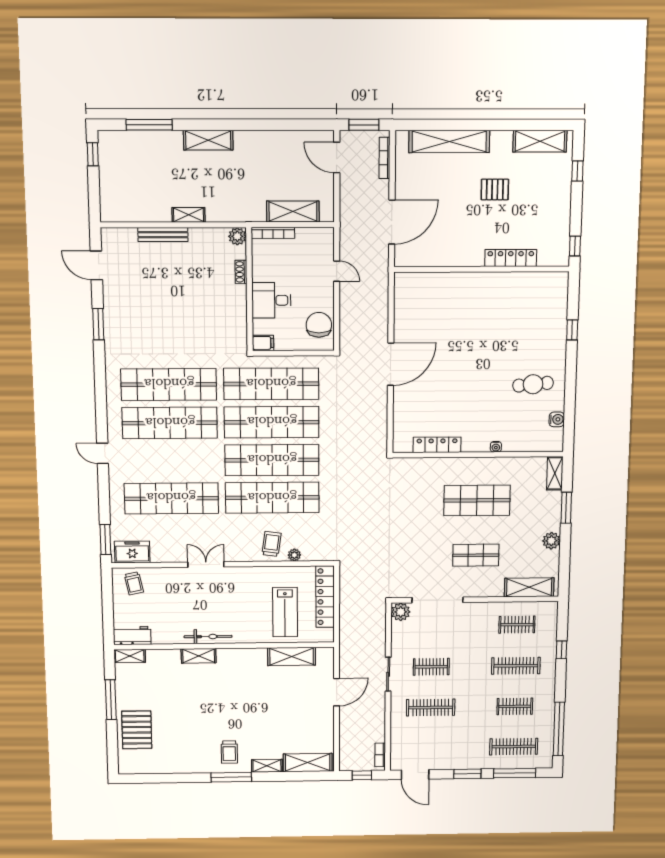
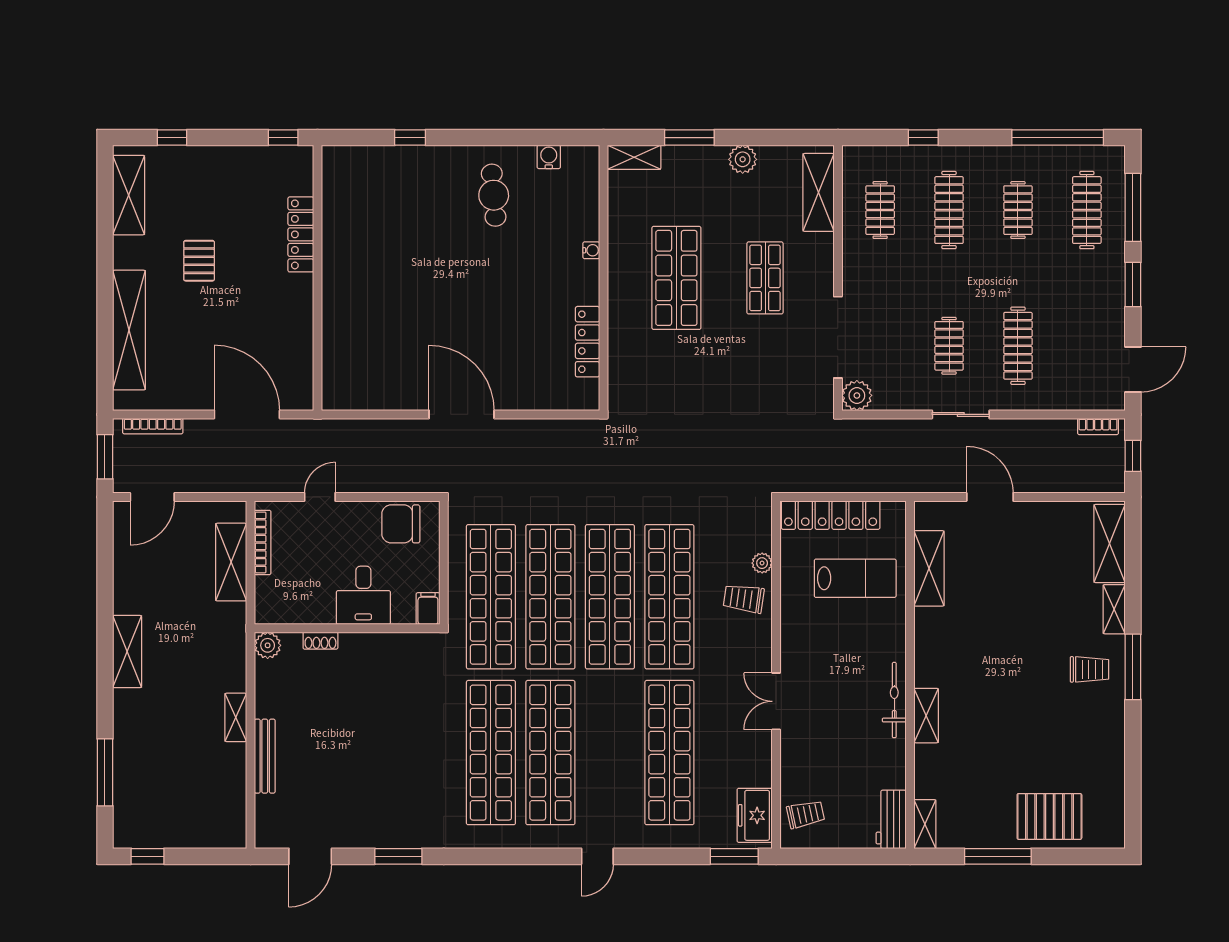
shelving: (208, 140) -> (127, 652), moved
bookcase: (273, 233) -> (263, 542), moved

